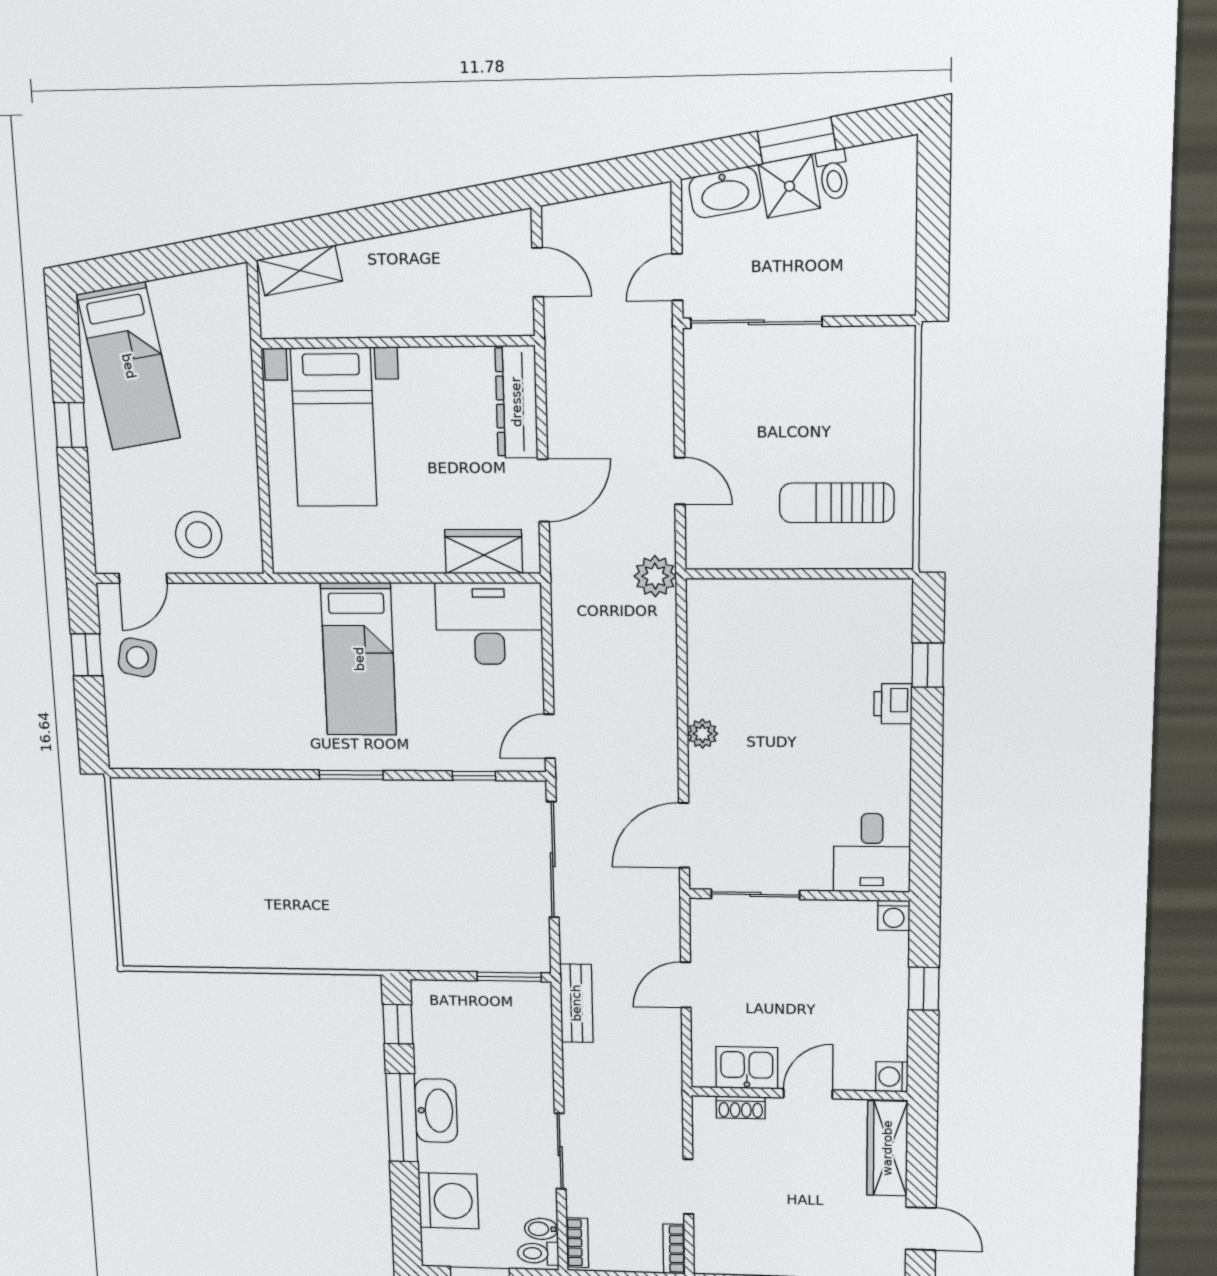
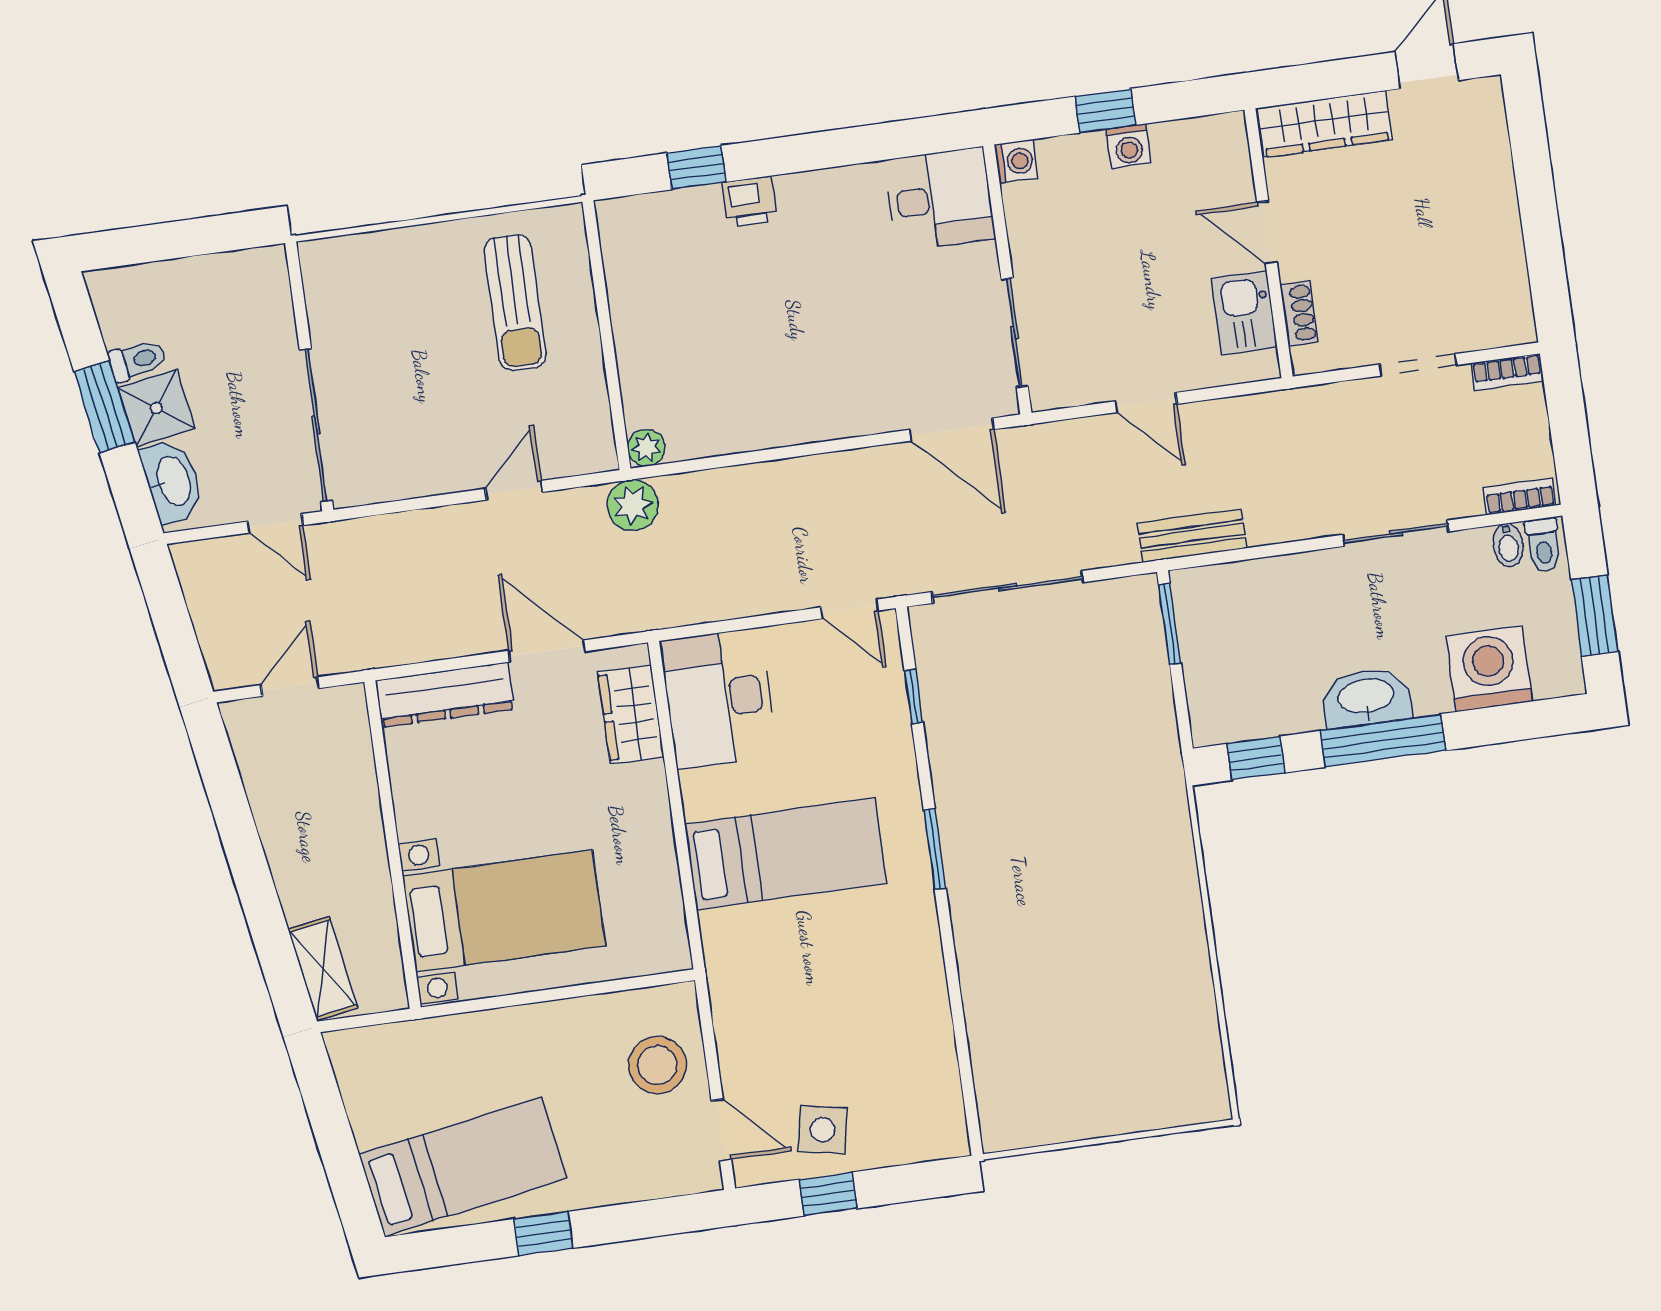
plant: (702, 734) -> (646, 448), moved
washing machine: (892, 1077) -> (1129, 146), moved

